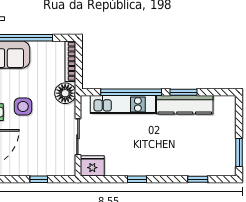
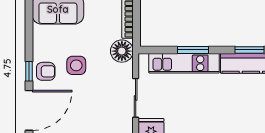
window: (131, 92) -> (193, 50), width x0.47

